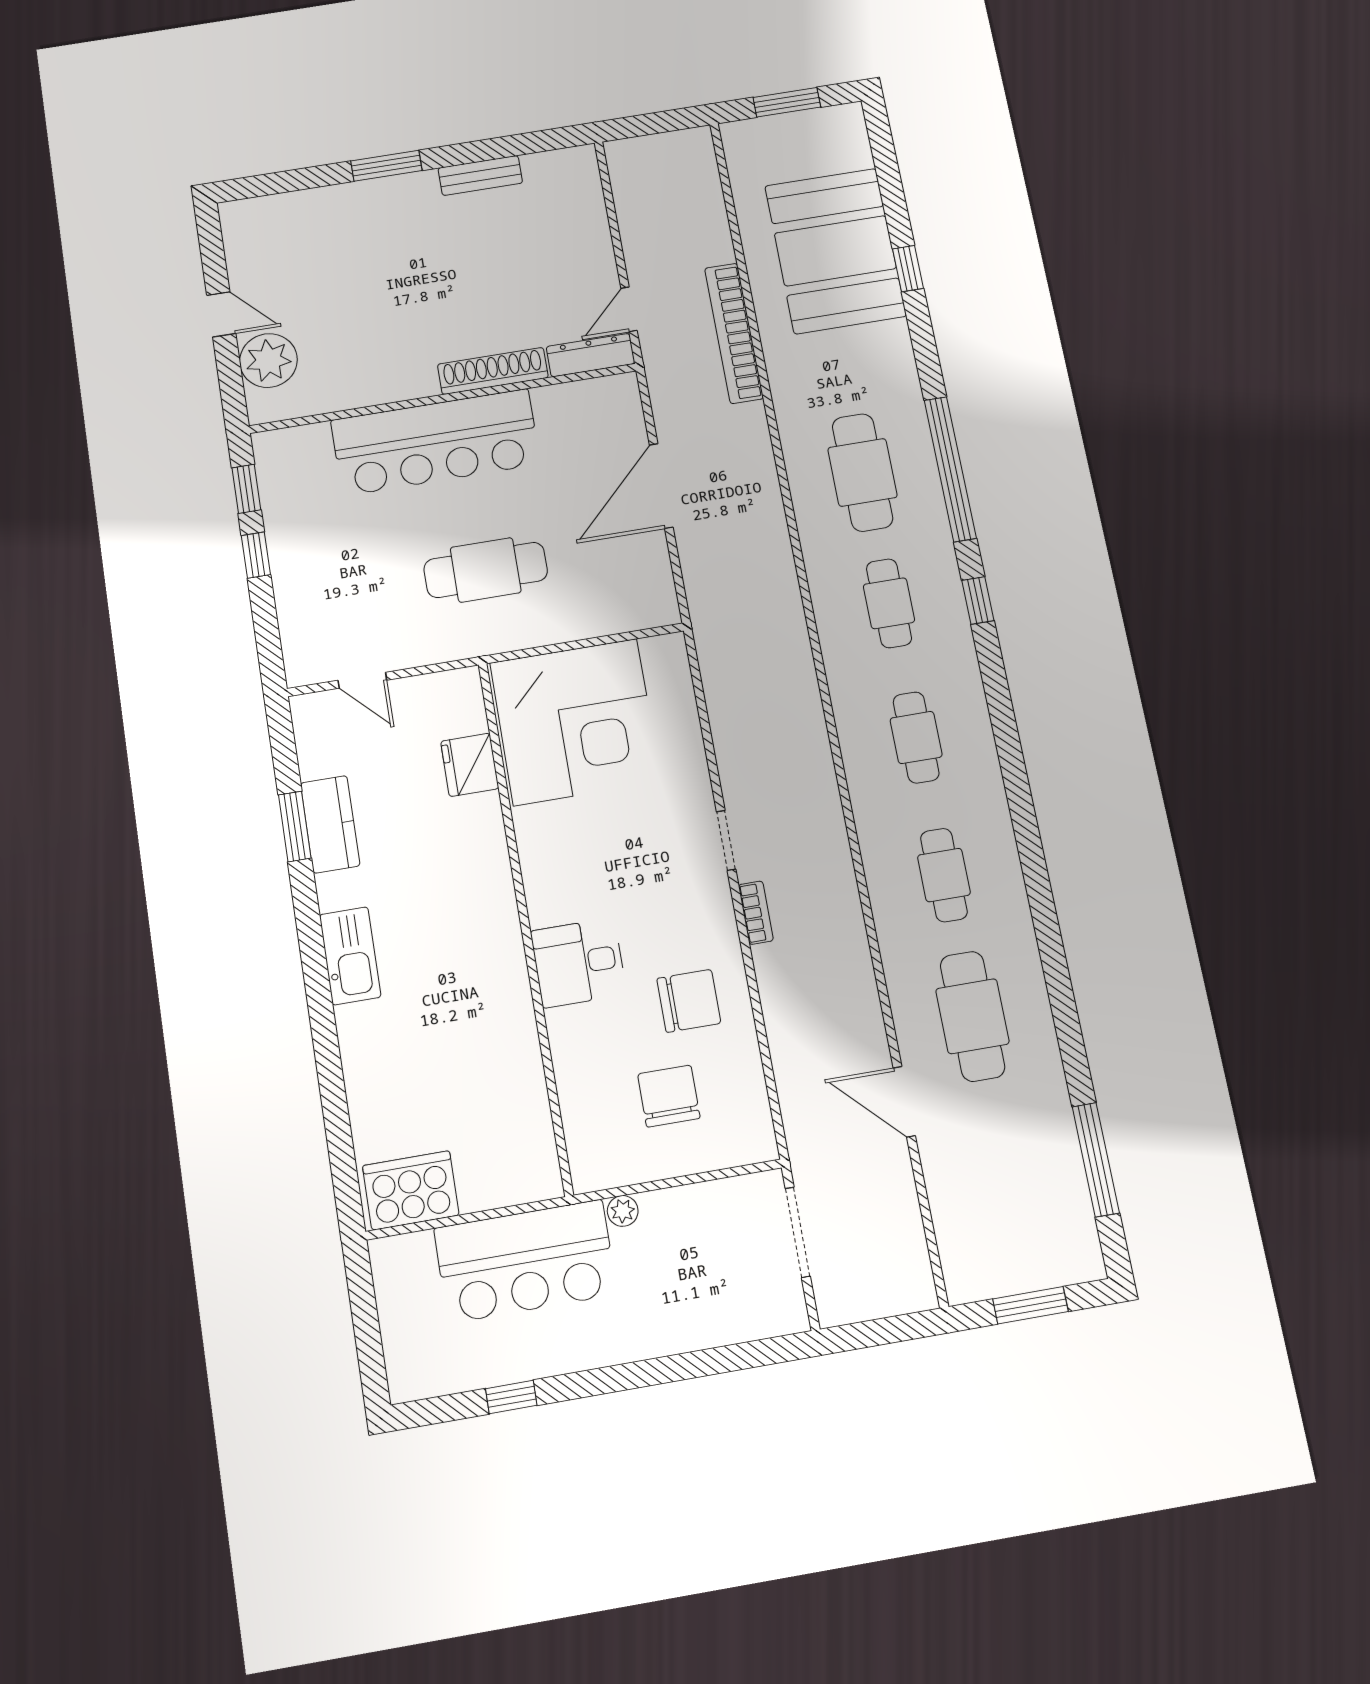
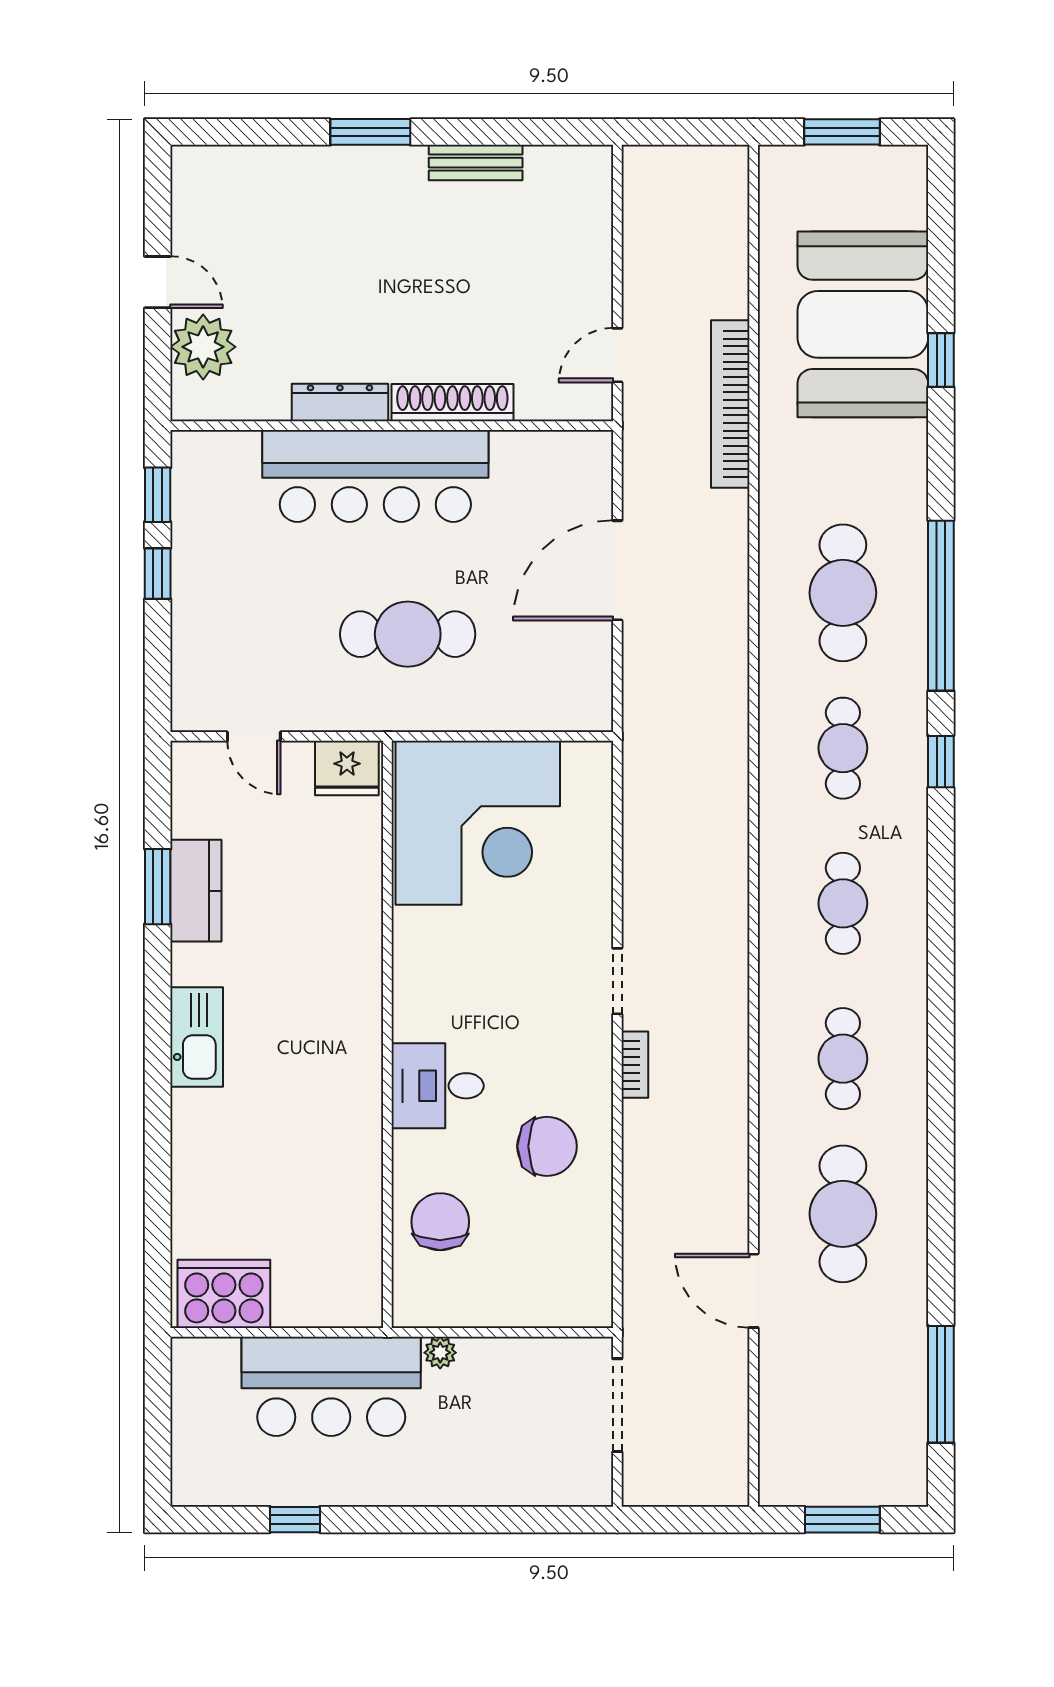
dresser: (591, 355) -> (340, 403), moved
fridge: (470, 765) -> (347, 768), moved, turned -90
chair: (669, 1096) -> (440, 1222), moved

